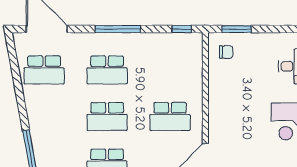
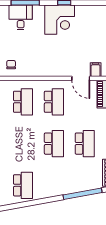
school desk: (107, 70) -> (23, 102), moved

